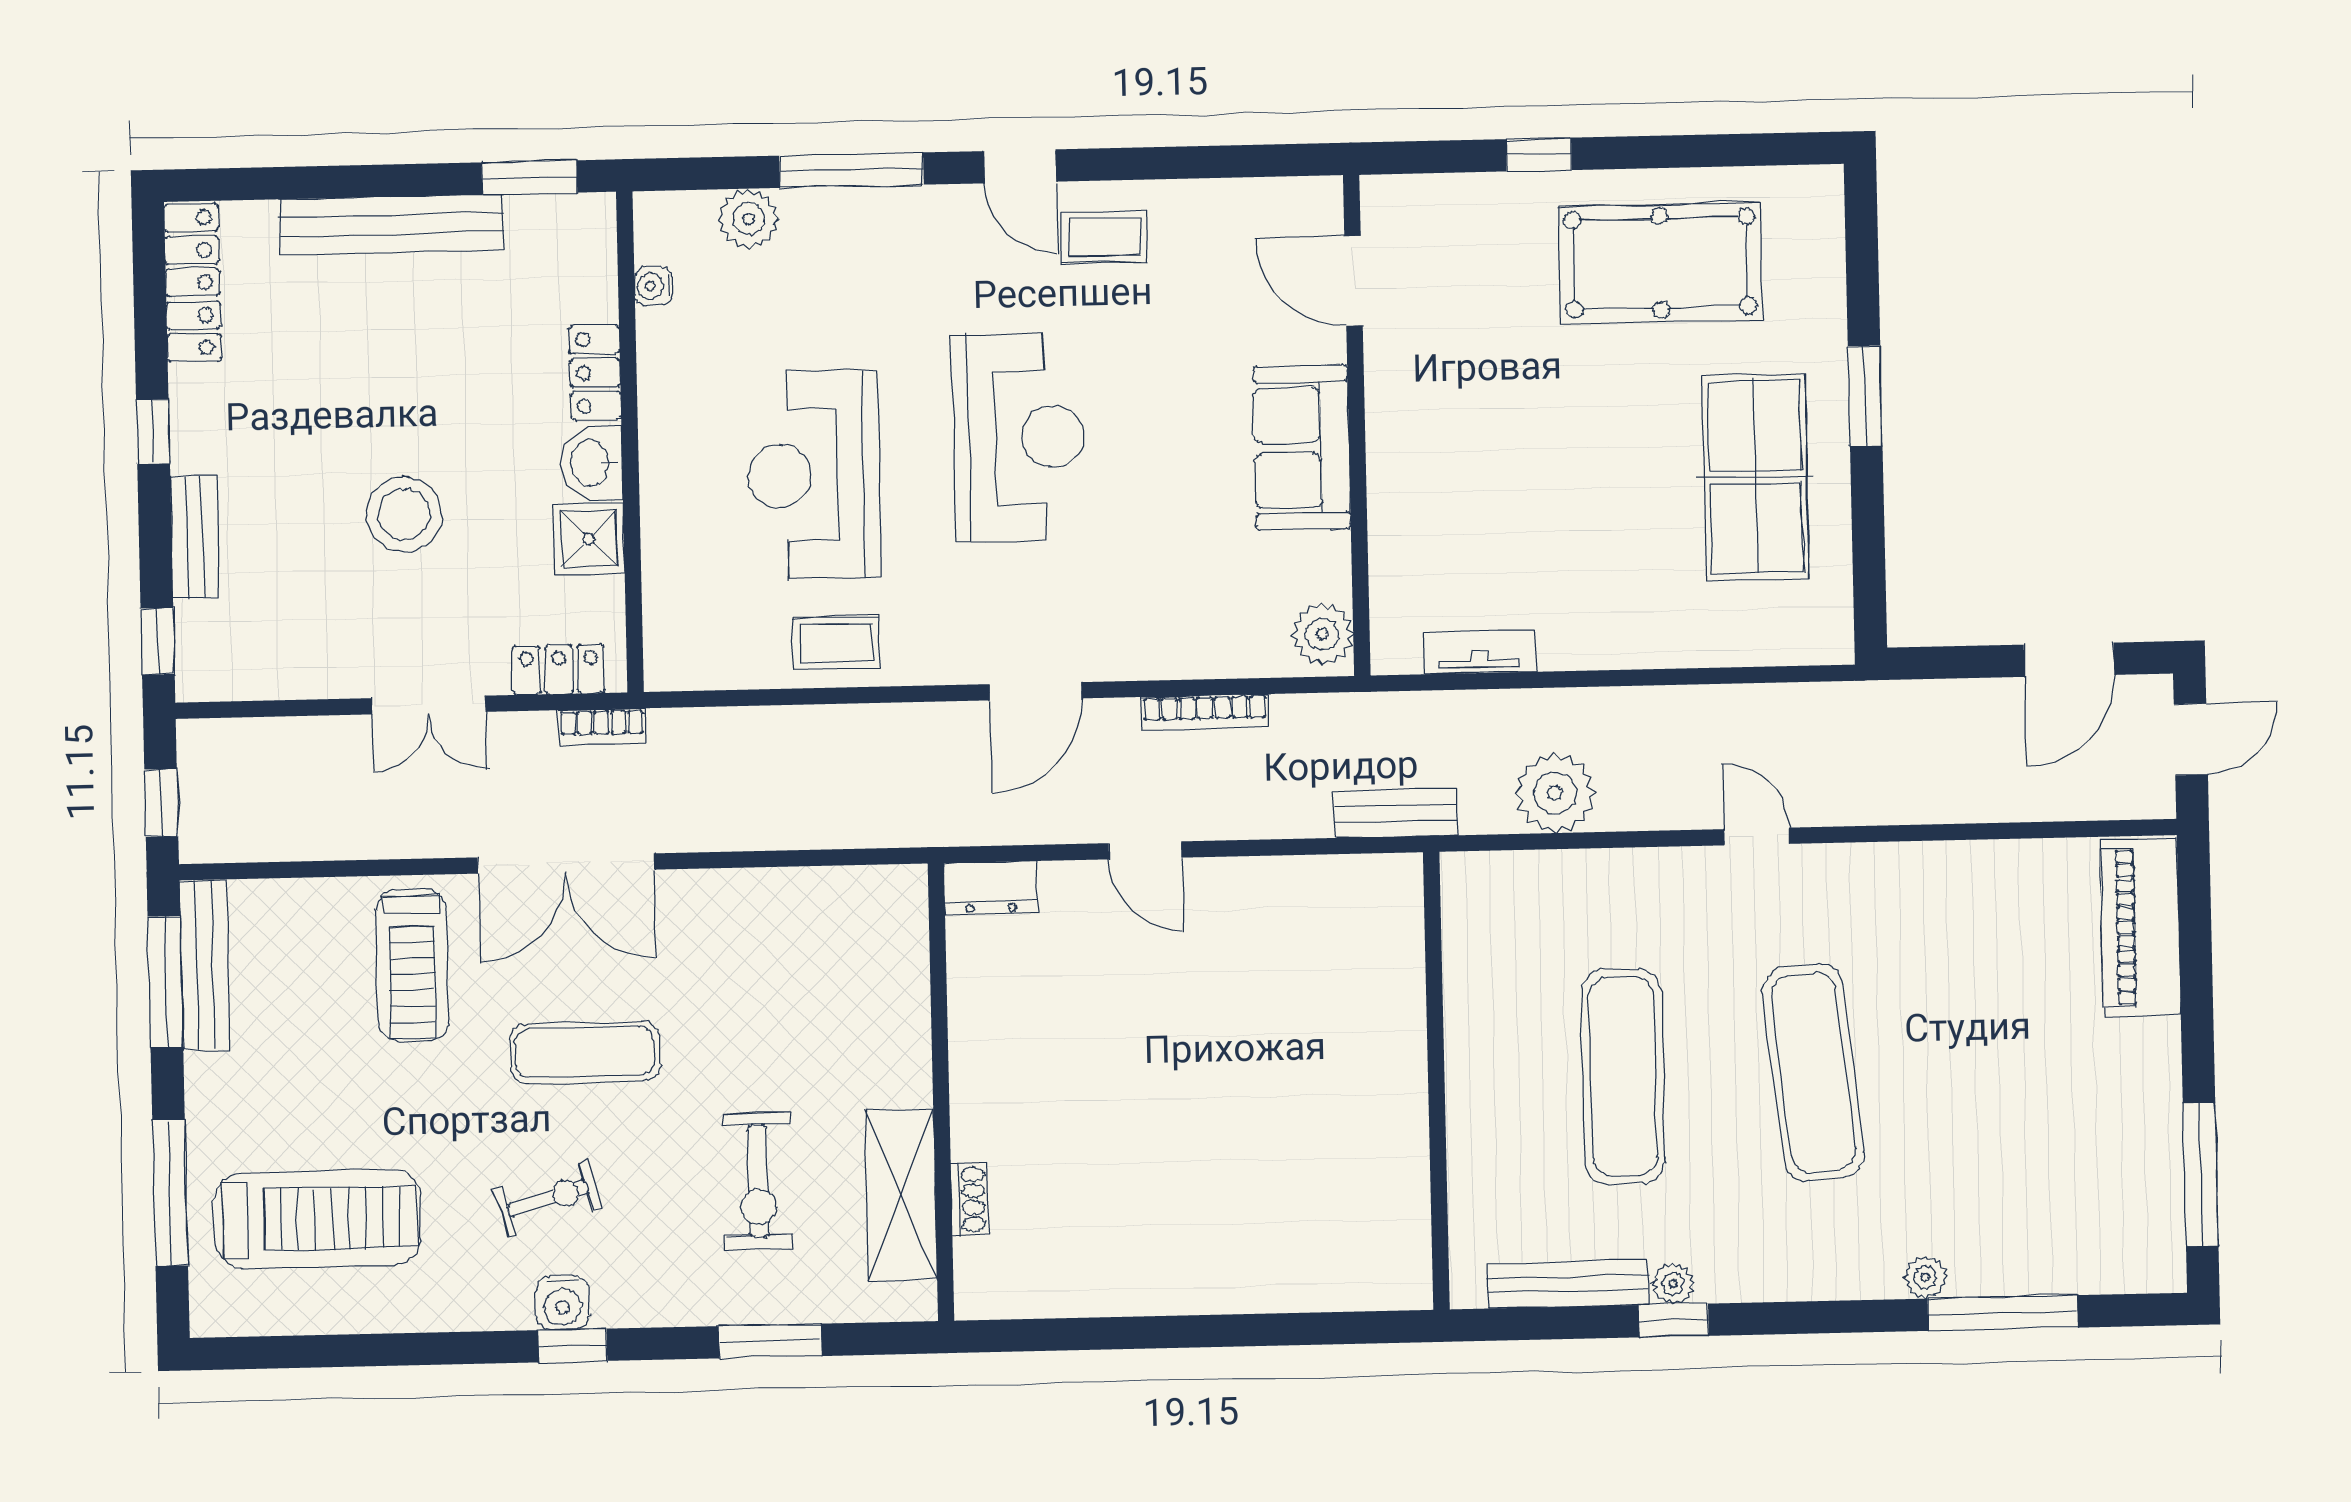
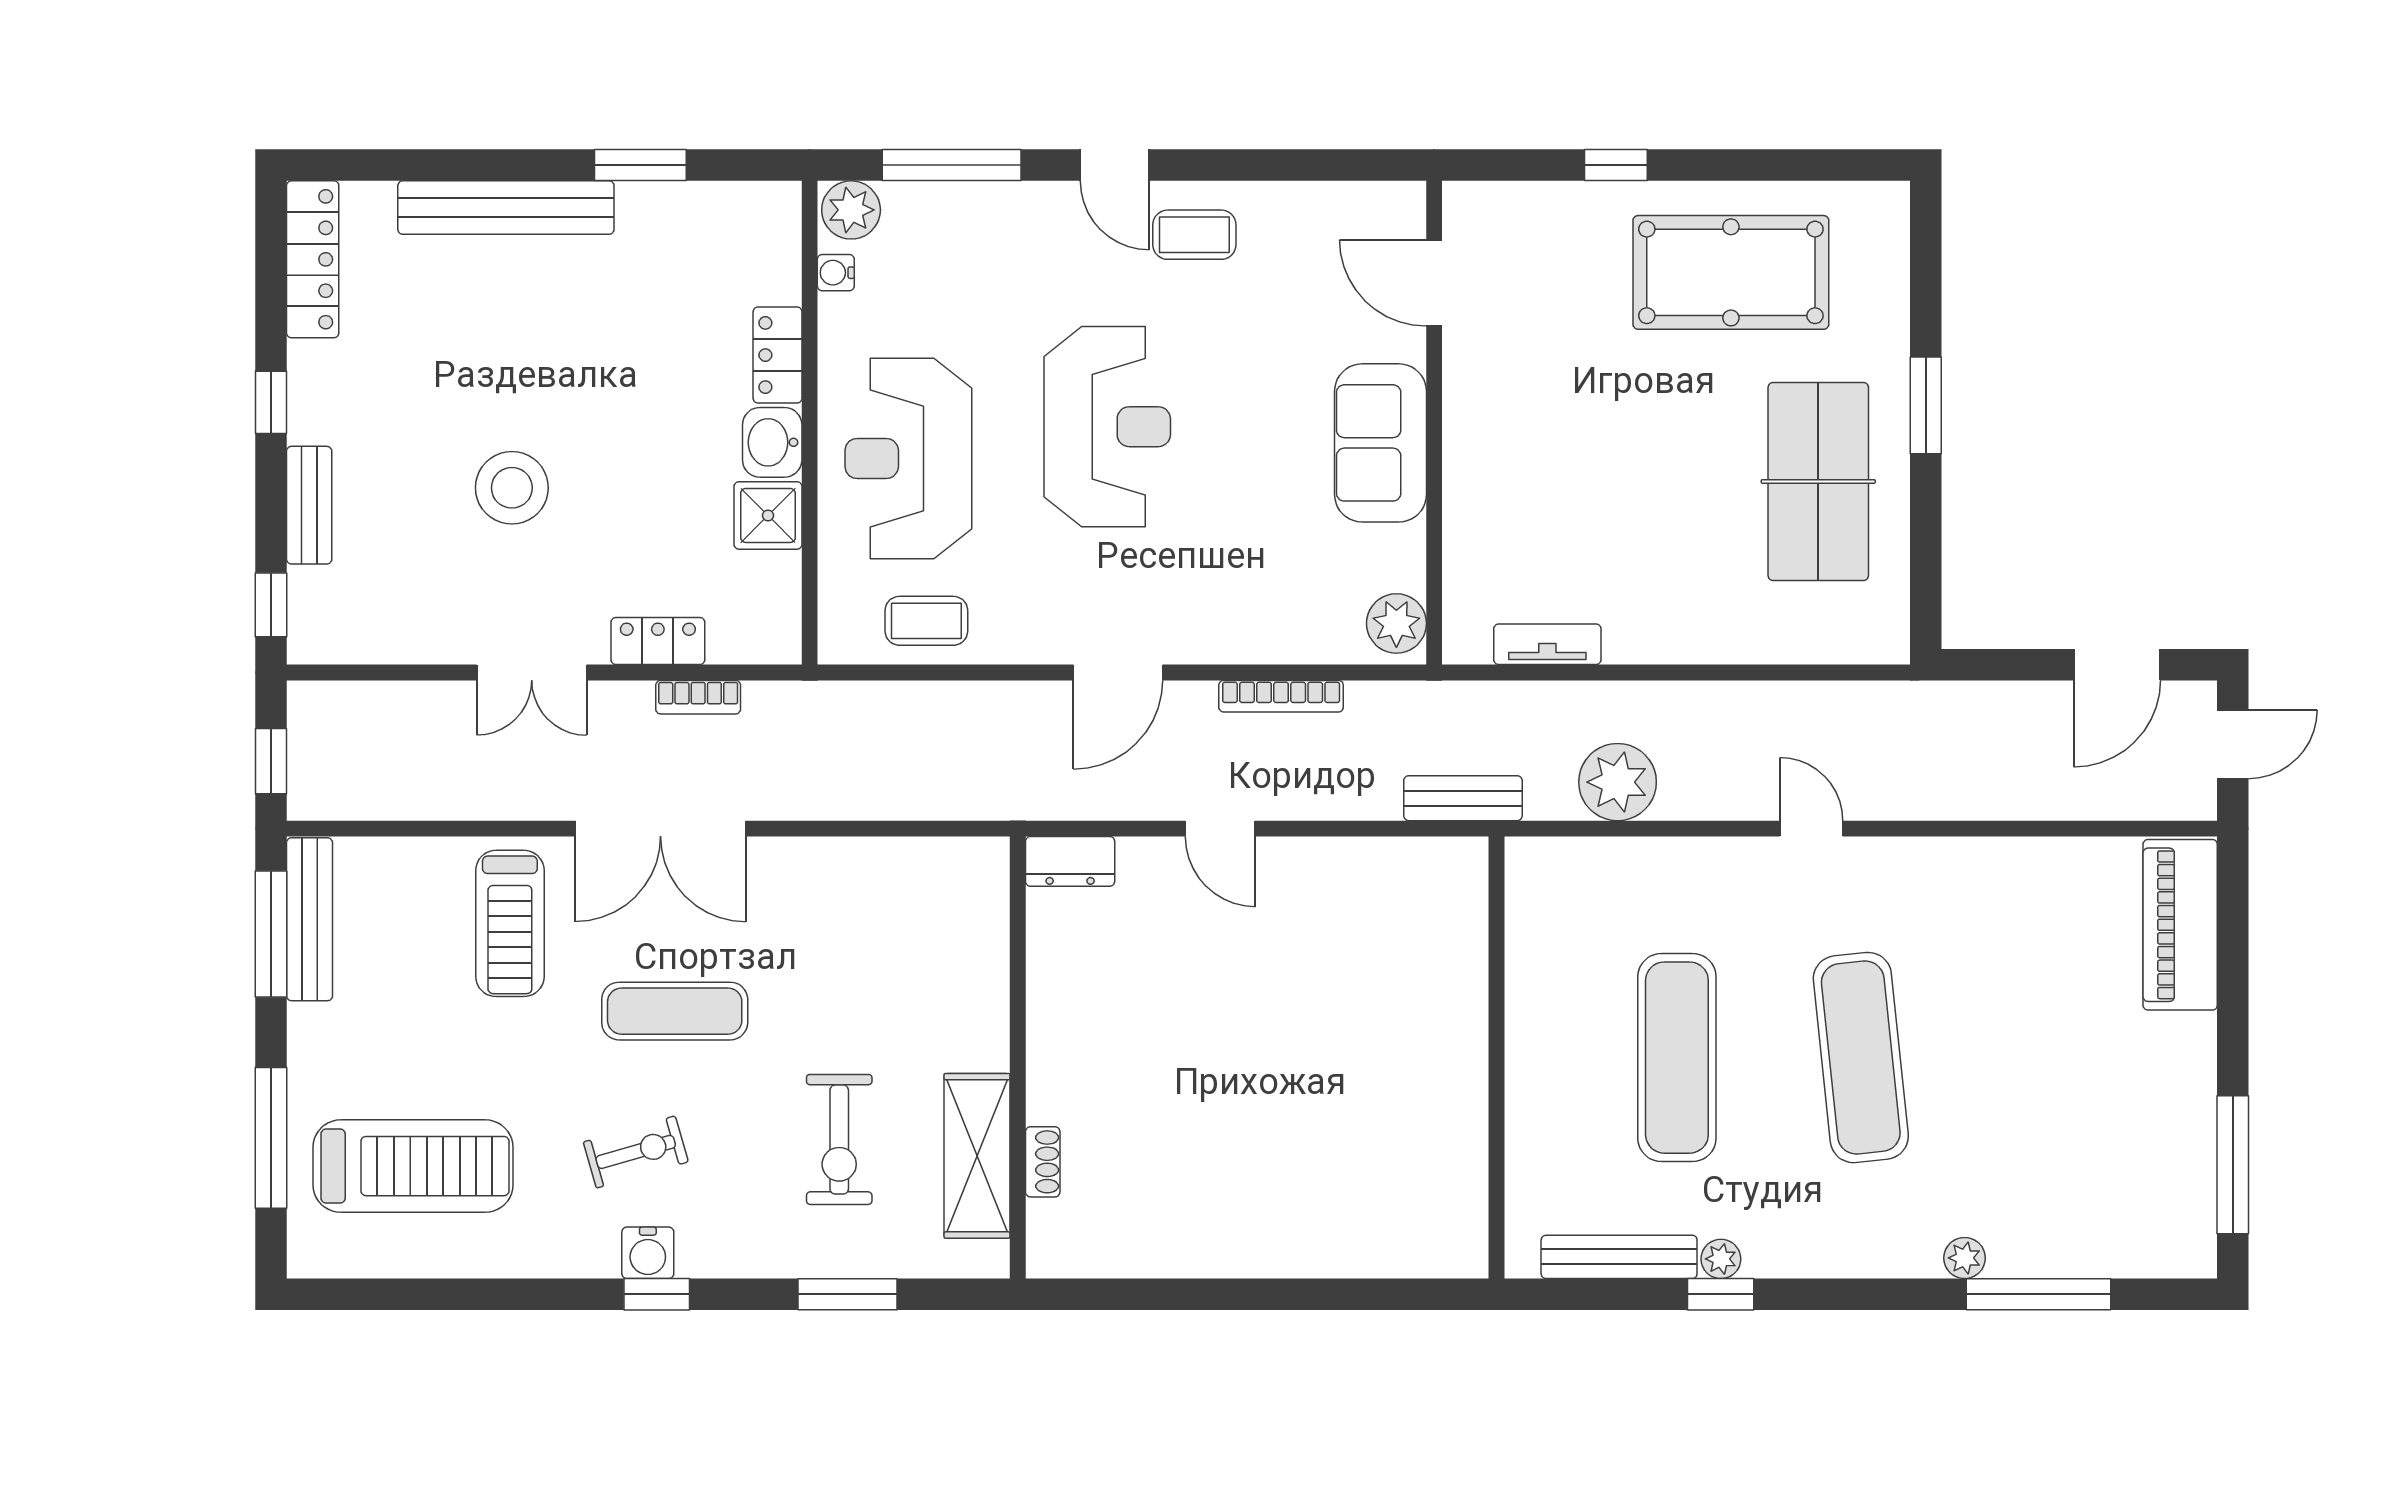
water cooler: (653, 286) -> (836, 273), moved
locker: (595, 373) -> (778, 355), moved
wall: (630, 442) -> (810, 423), moved
washbasin: (592, 463) -> (772, 442), moved
shower: (589, 539) -> (768, 515), moved

